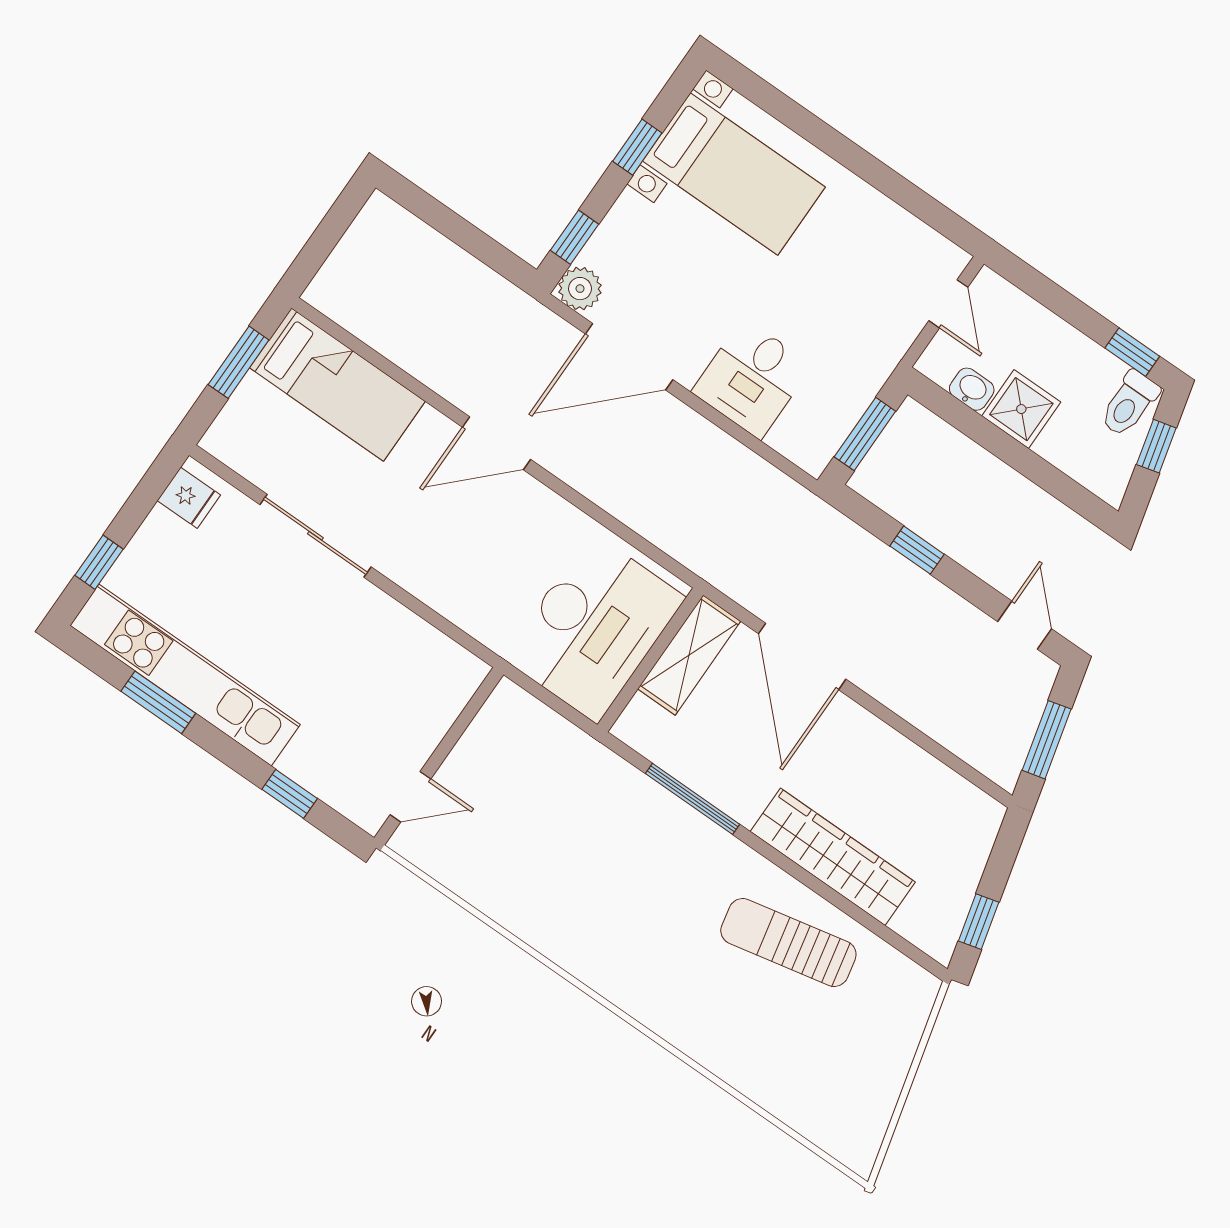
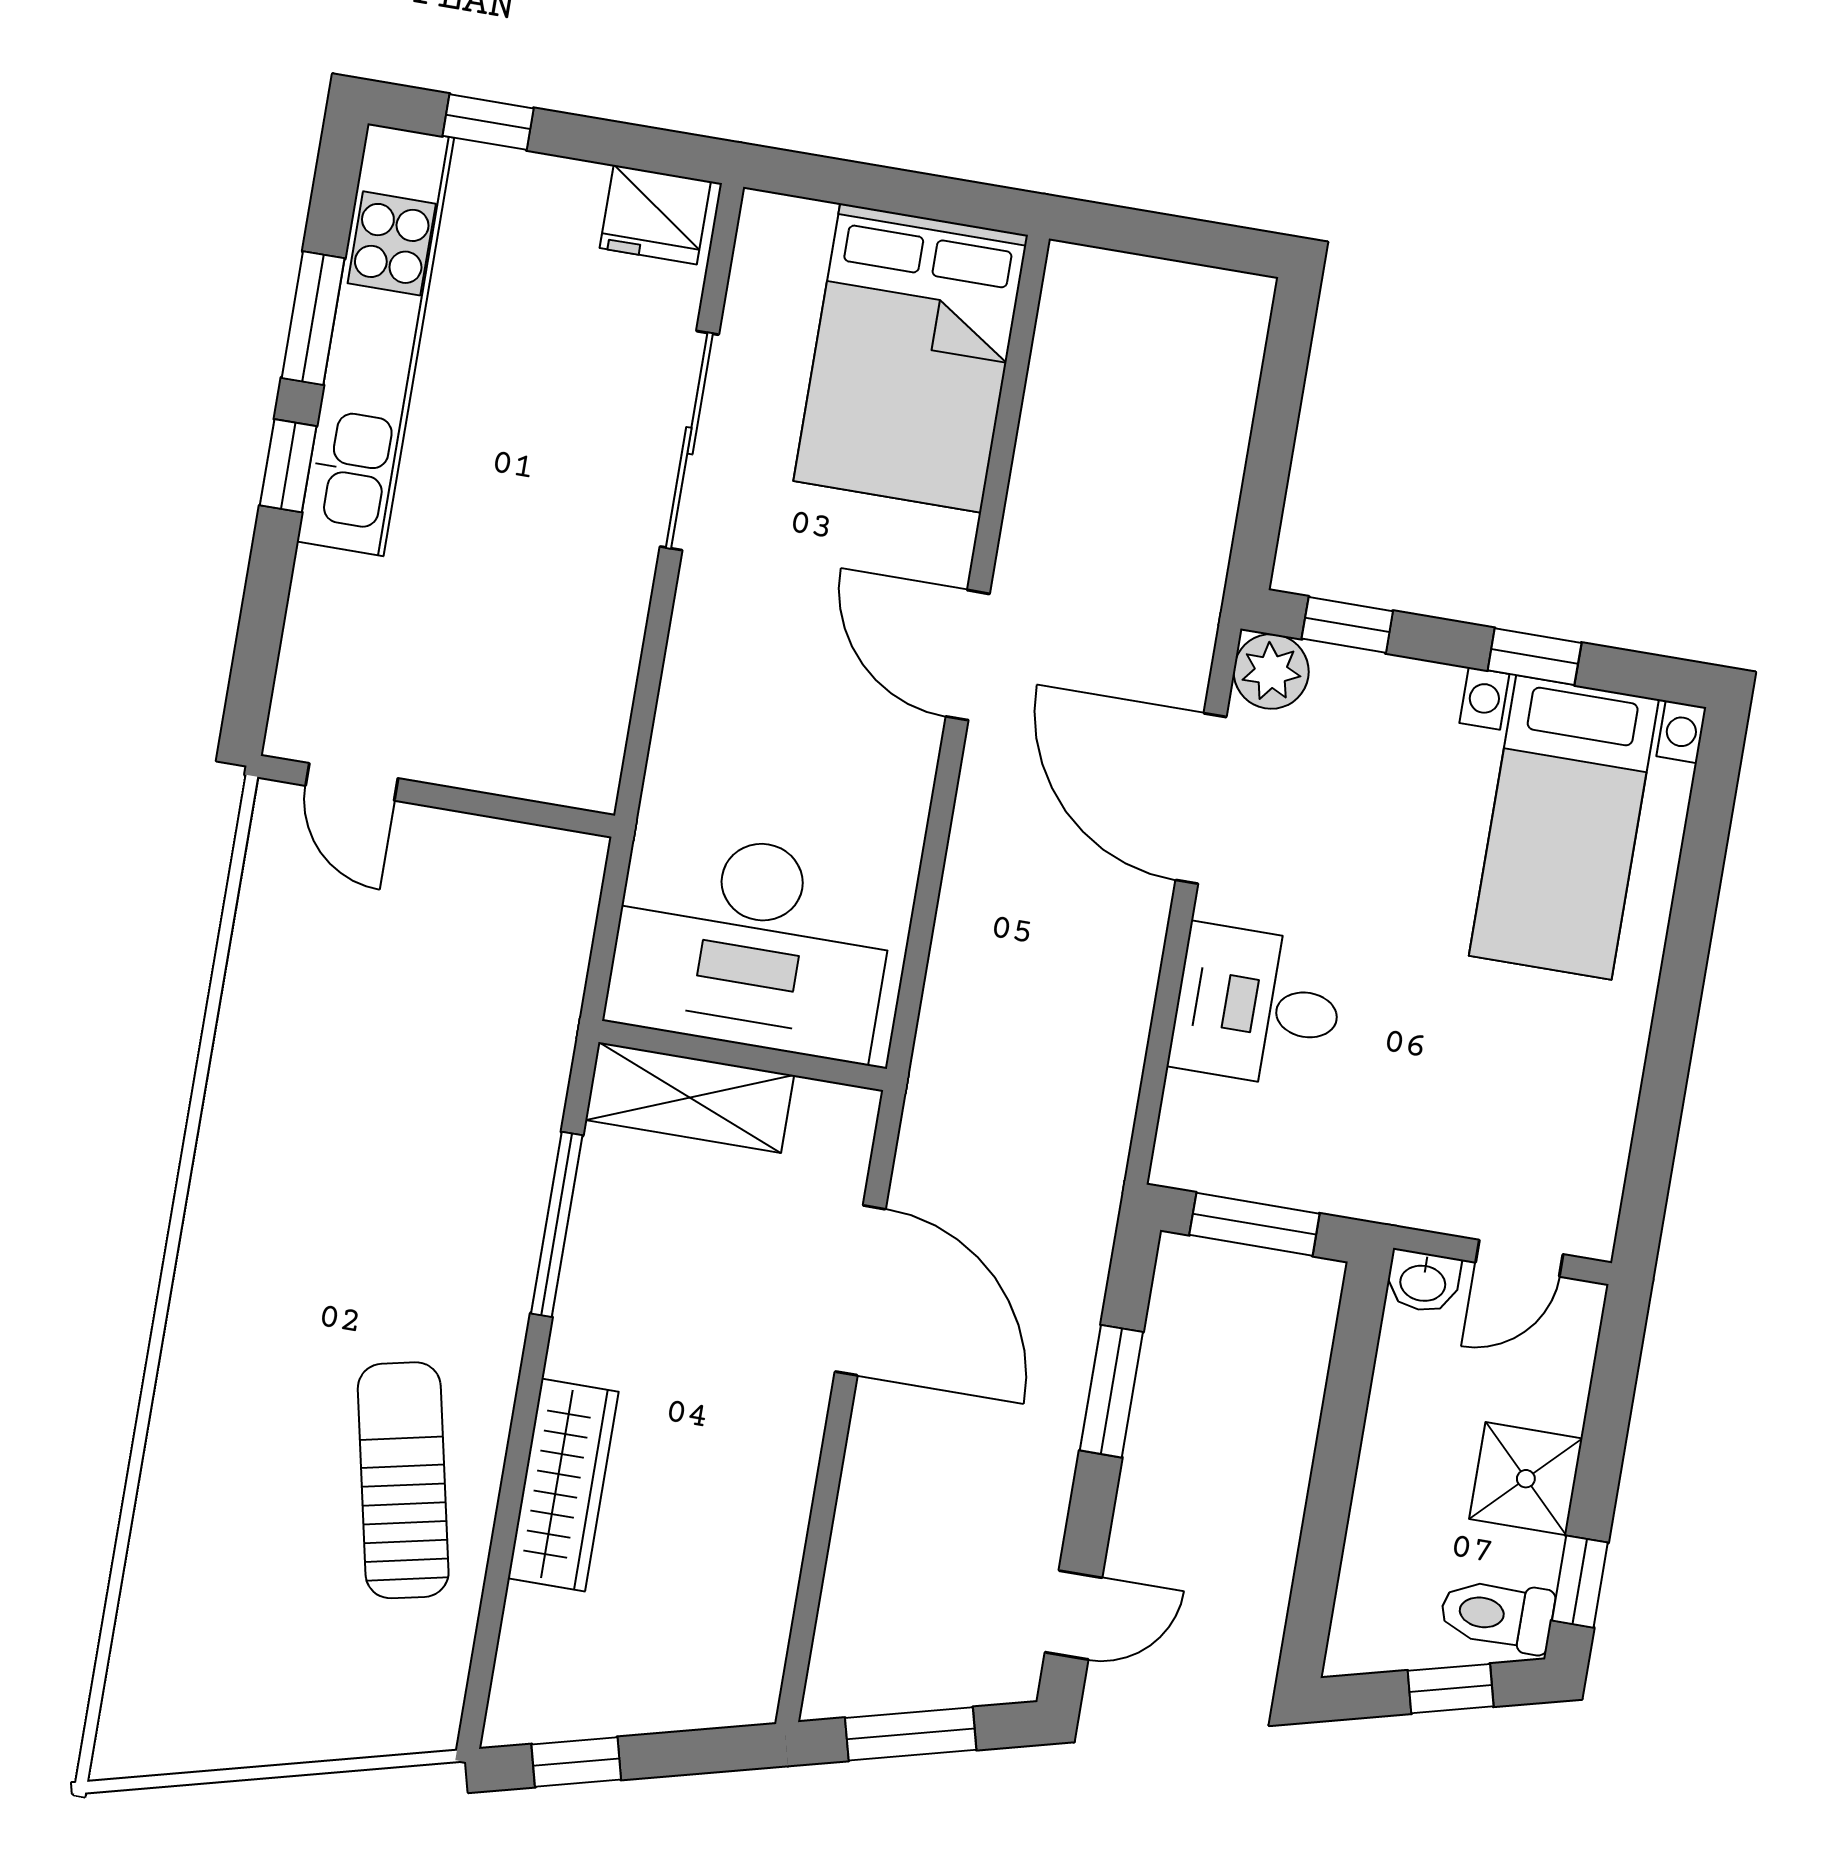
window: (239, 362) -> (904, 192), removed
bed: (337, 385) -> (911, 358), width x1.50
washbasin: (972, 389) -> (1423, 1282), moved, turned 90
shower: (1021, 409) -> (1526, 1479), moved
fridge: (189, 498) -> (655, 215), width x1.38
window: (917, 550) -> (1111, 1391), width x1.50
shelving: (689, 655) -> (690, 1097), moved
door: (802, 656) -> (860, 1290), swing flipped
window: (290, 794) -> (288, 466), moved
wardrobe: (833, 857) -> (563, 1485), width x0.71, depth x0.85

